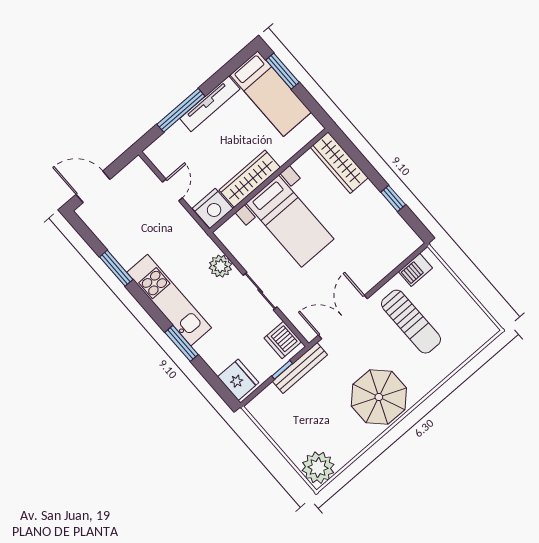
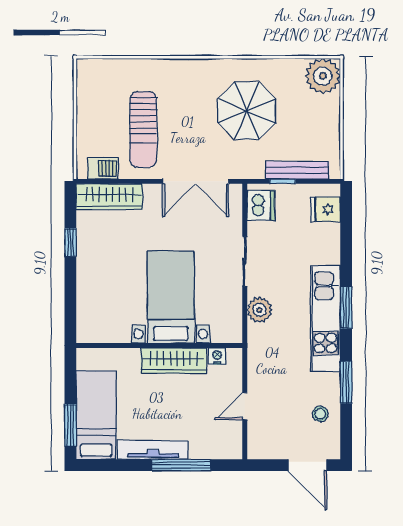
wardrobe: (339, 163) -> (109, 197), moved, turned 90
nightstand: (213, 208) -> (217, 356), width x0.53, depth x0.56
stool: (115, 230) -> (320, 414), added
sun lounger: (411, 322) -> (143, 129), turned 180
window: (182, 343) -> (346, 307), moved
bench: (300, 368) -> (297, 170), moved
fridge: (238, 380) -> (326, 209), width x0.72
parasol: (379, 397) -> (247, 111), moved

